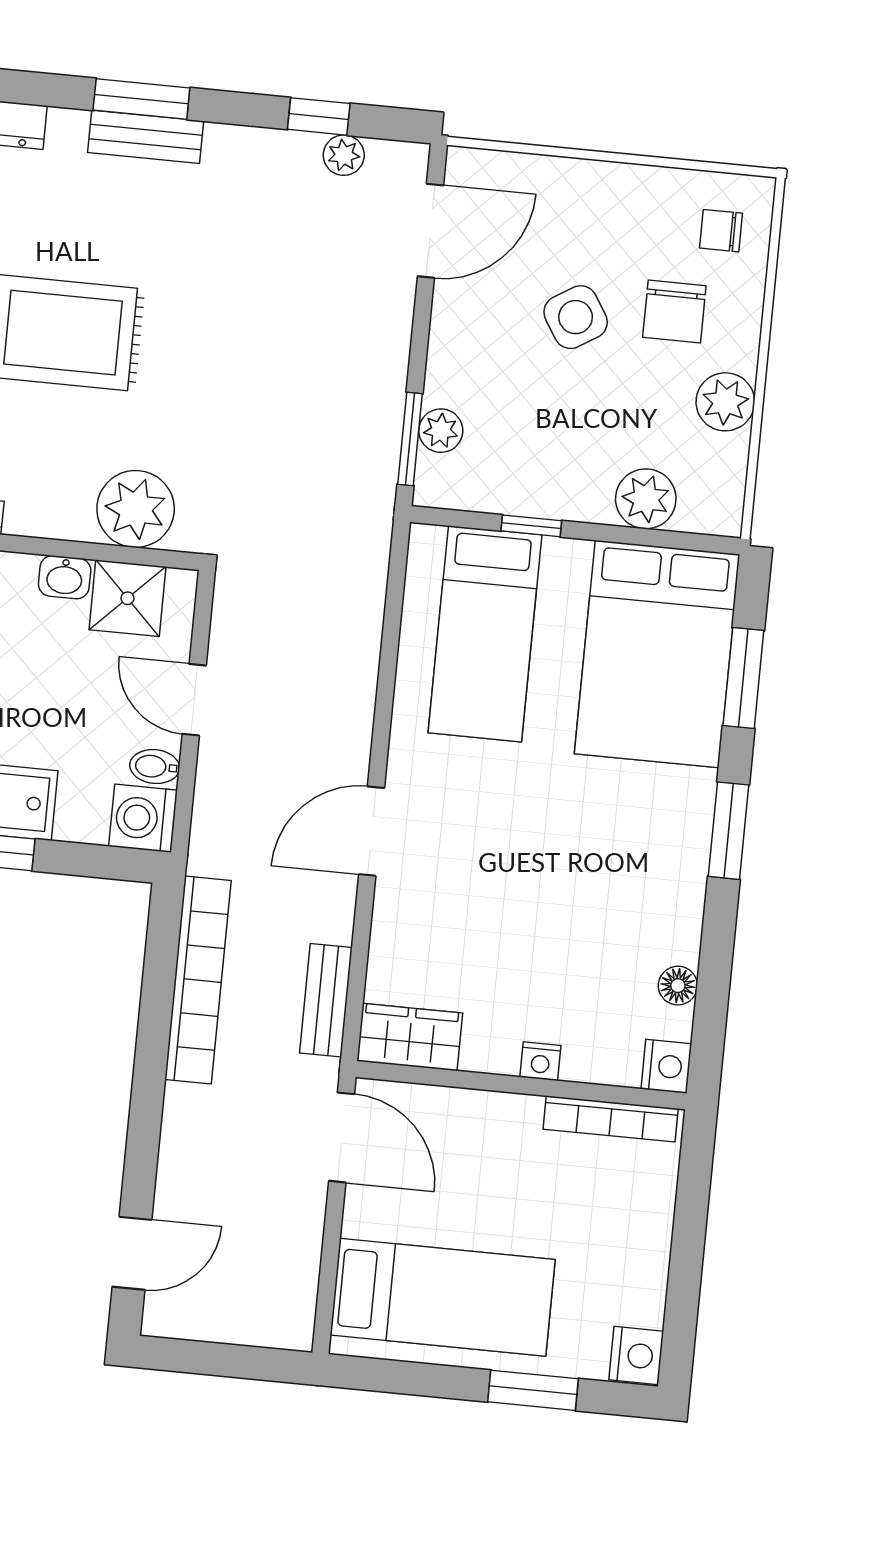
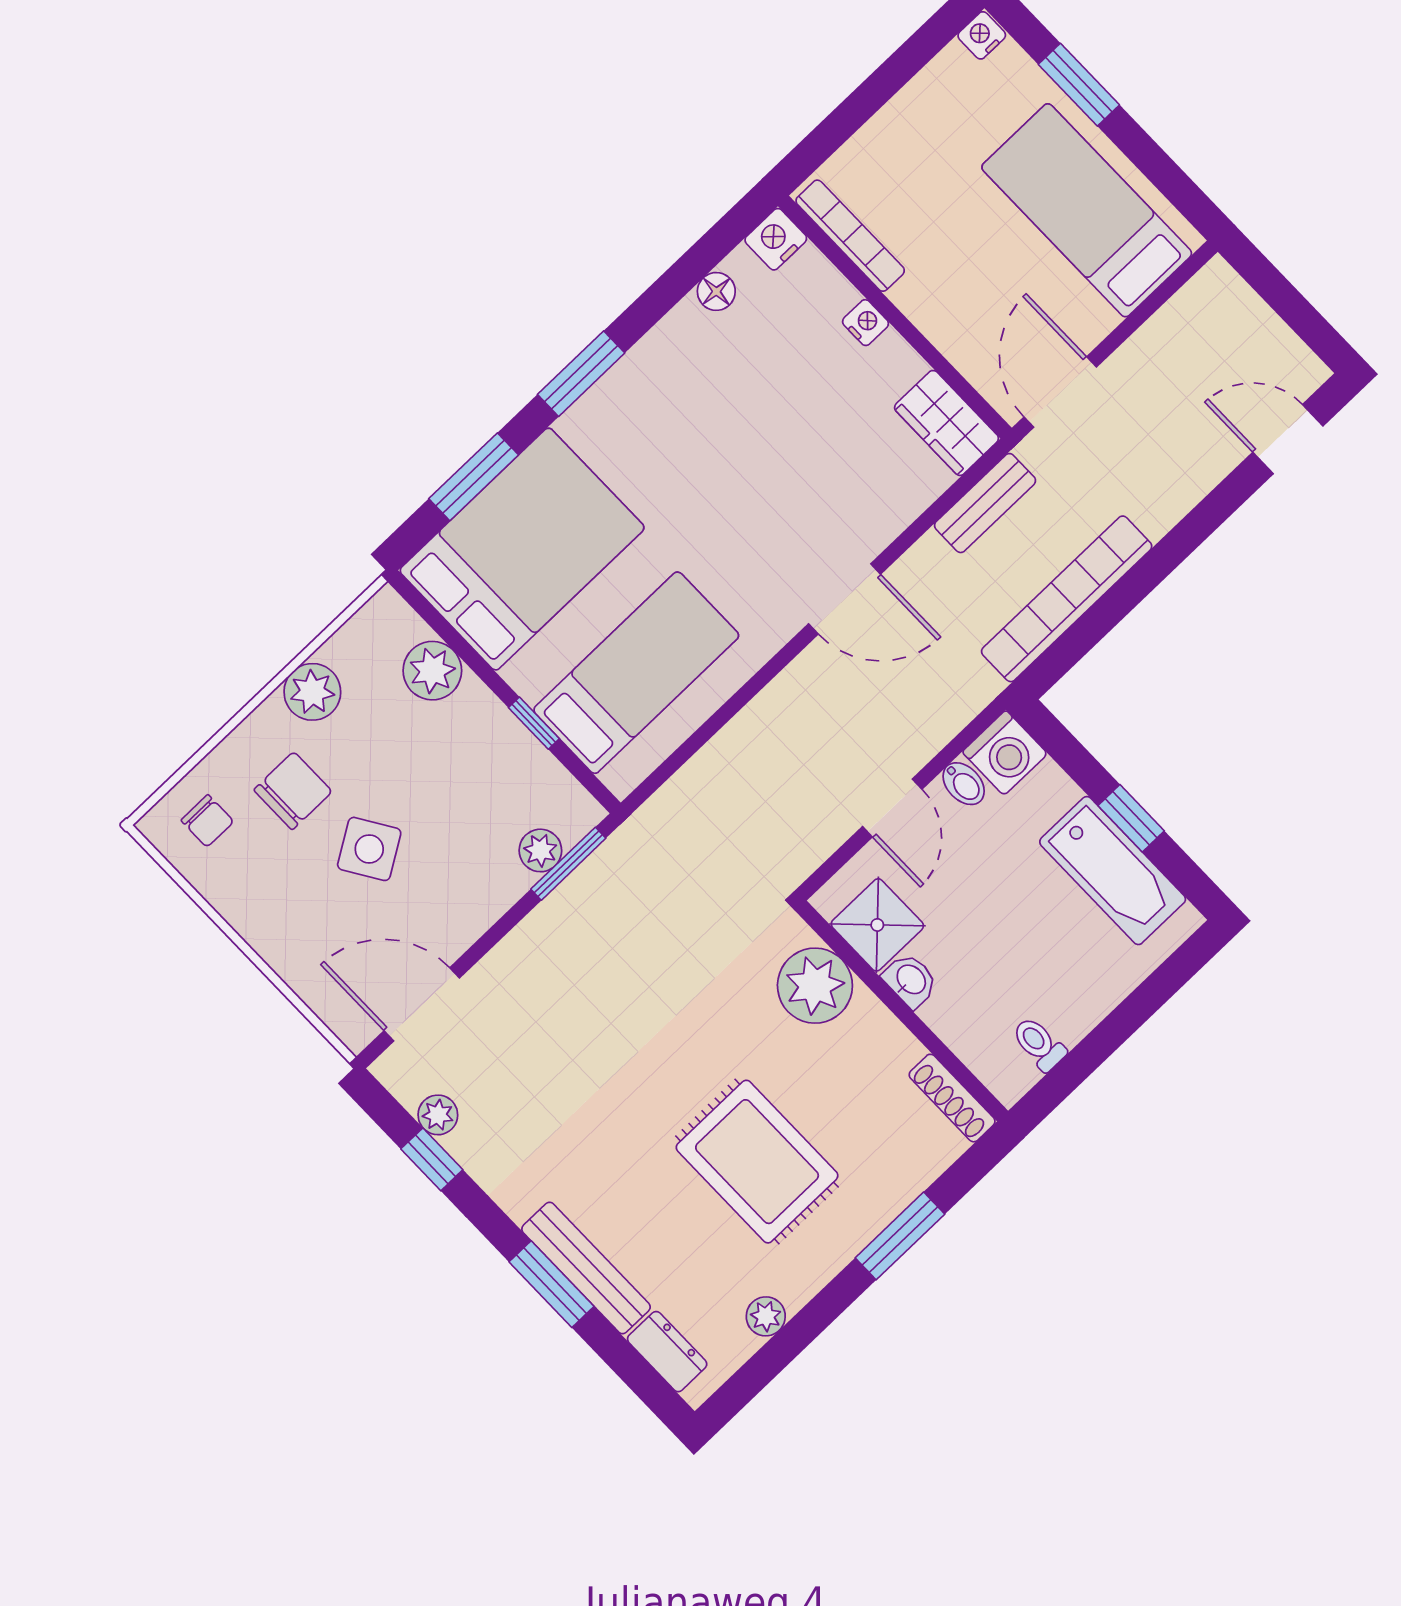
bench: (146, 137) -> (586, 1268), width x1.36
nightstand: (636, 1356) -> (982, 35), width x0.72, depth x0.74

